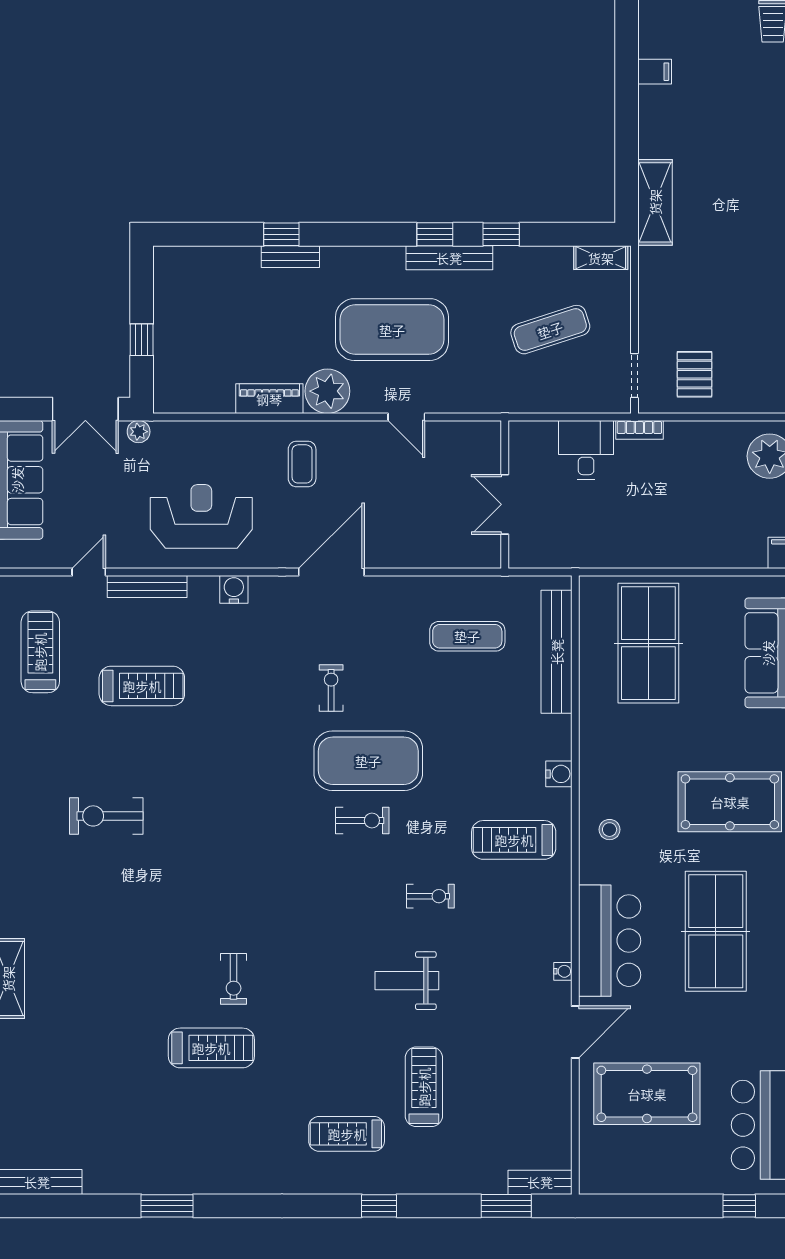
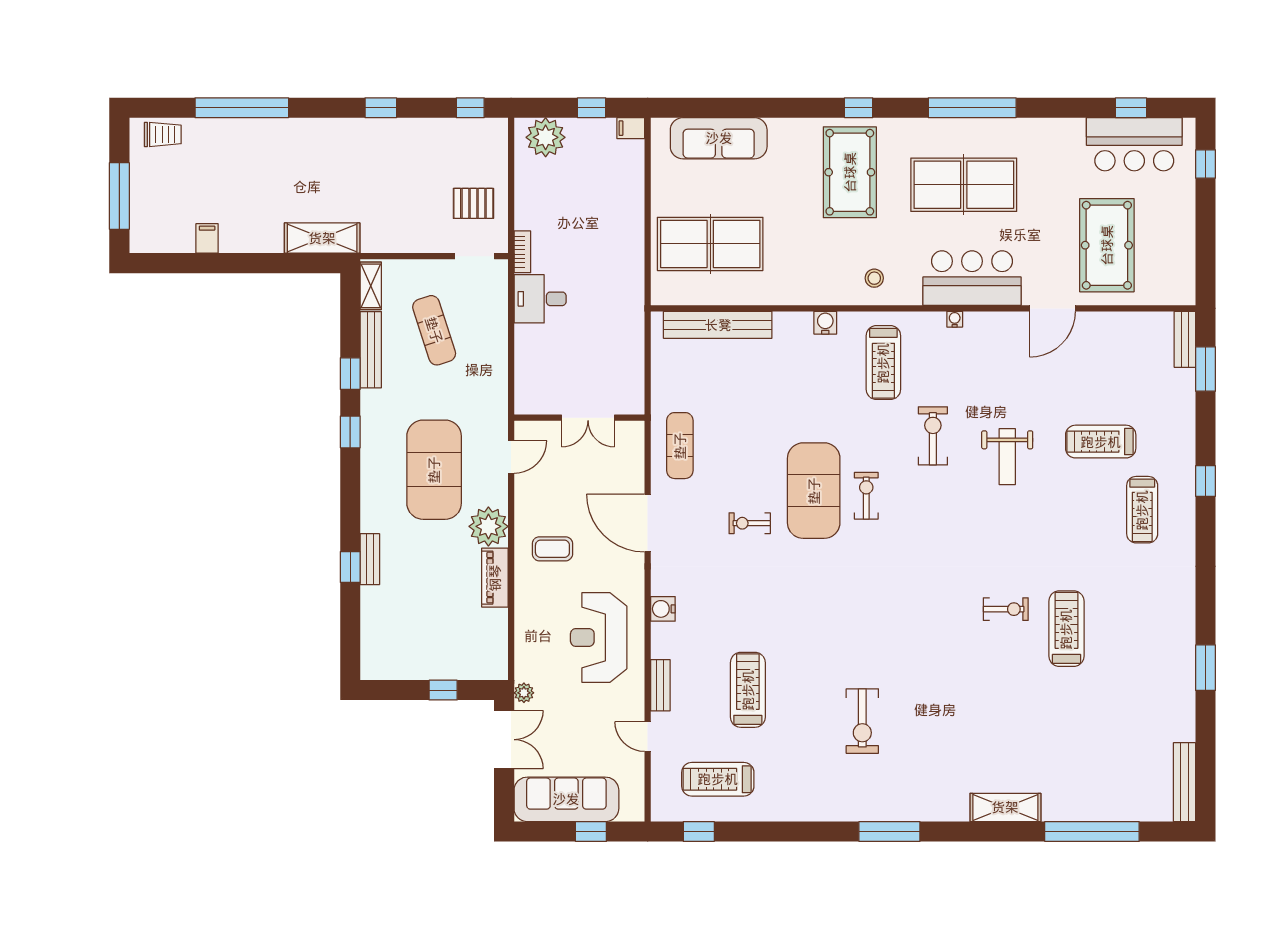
bench: (449, 258) -> (371, 350), moved
wall: (505, 494) -> (579, 418), moved
double door: (505, 504) -> (588, 418), moved
bench: (147, 587) -> (660, 685), width x0.73
exercise mat: (467, 636) -> (680, 446), moved
exercise bike: (430, 896) -> (933, 436), width x1.38, depth x1.39
water cooler: (563, 971) -> (955, 319), moved
door: (575, 1032) -> (1052, 308), swing flipped

